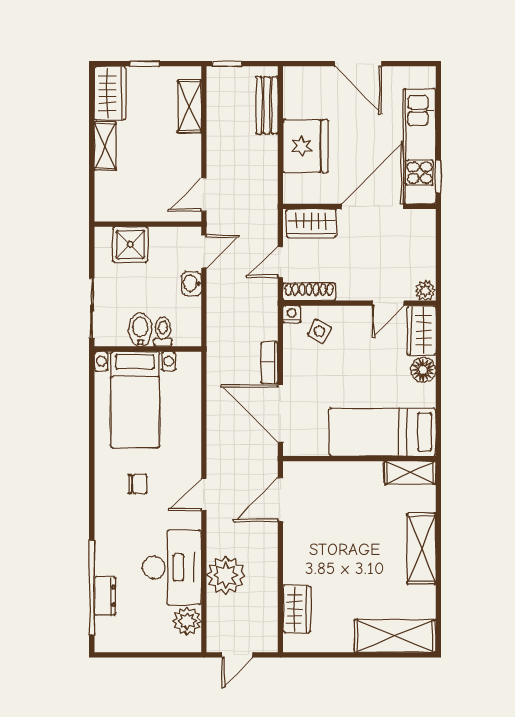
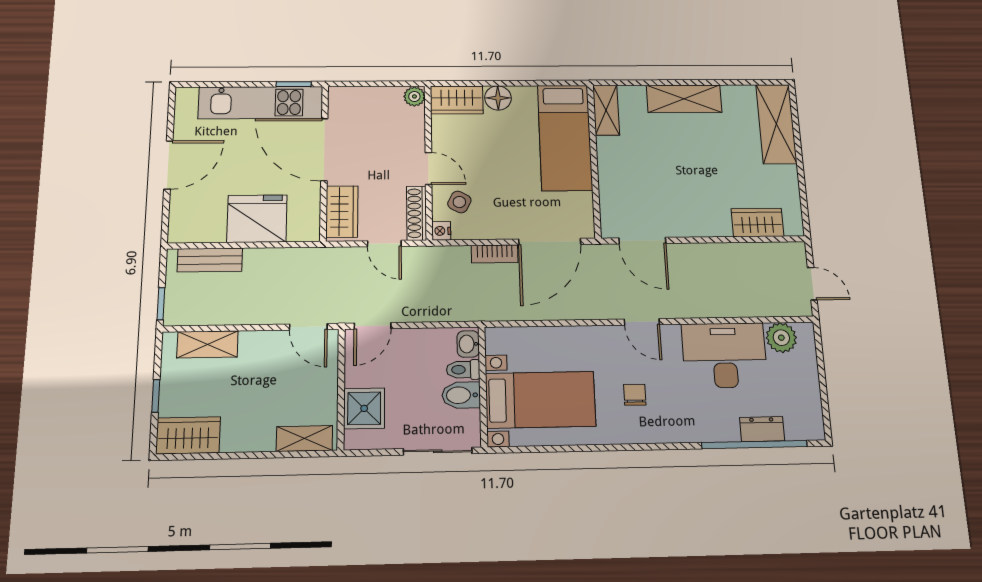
shelving: (105, 146) -> (304, 438), moved
door: (204, 252) -> (373, 326), swing flipped
washbasin: (192, 283) -> (468, 344), moved, turned 90
door: (388, 303) -> (429, 169), moved
plant: (226, 575) -> (728, 297), removed

